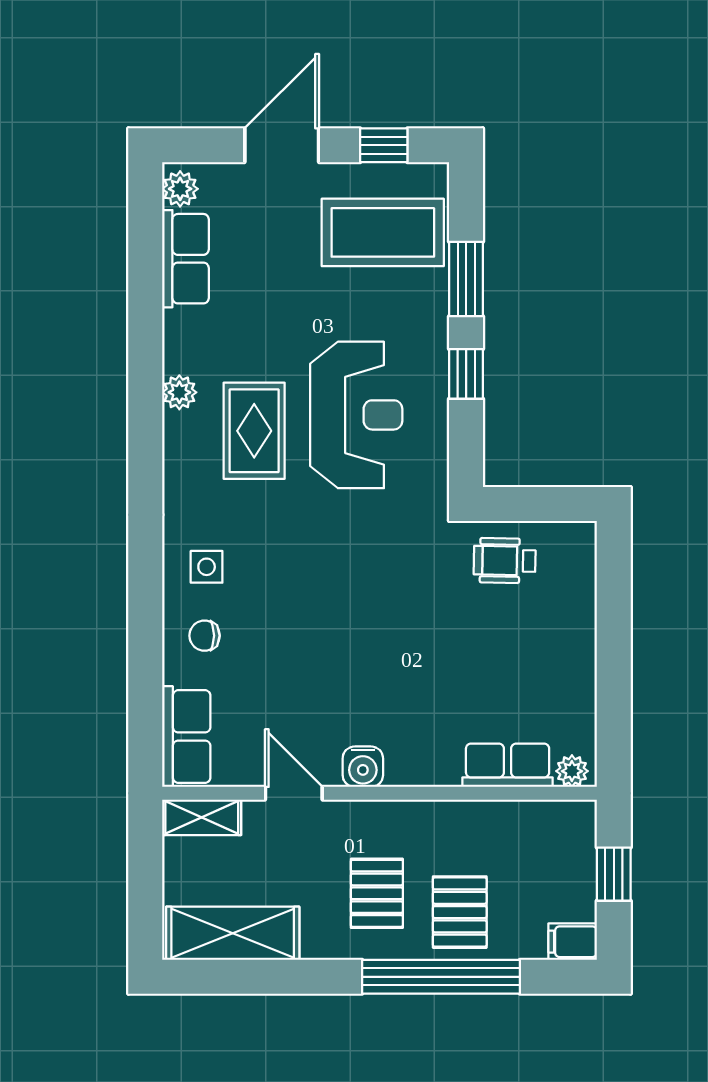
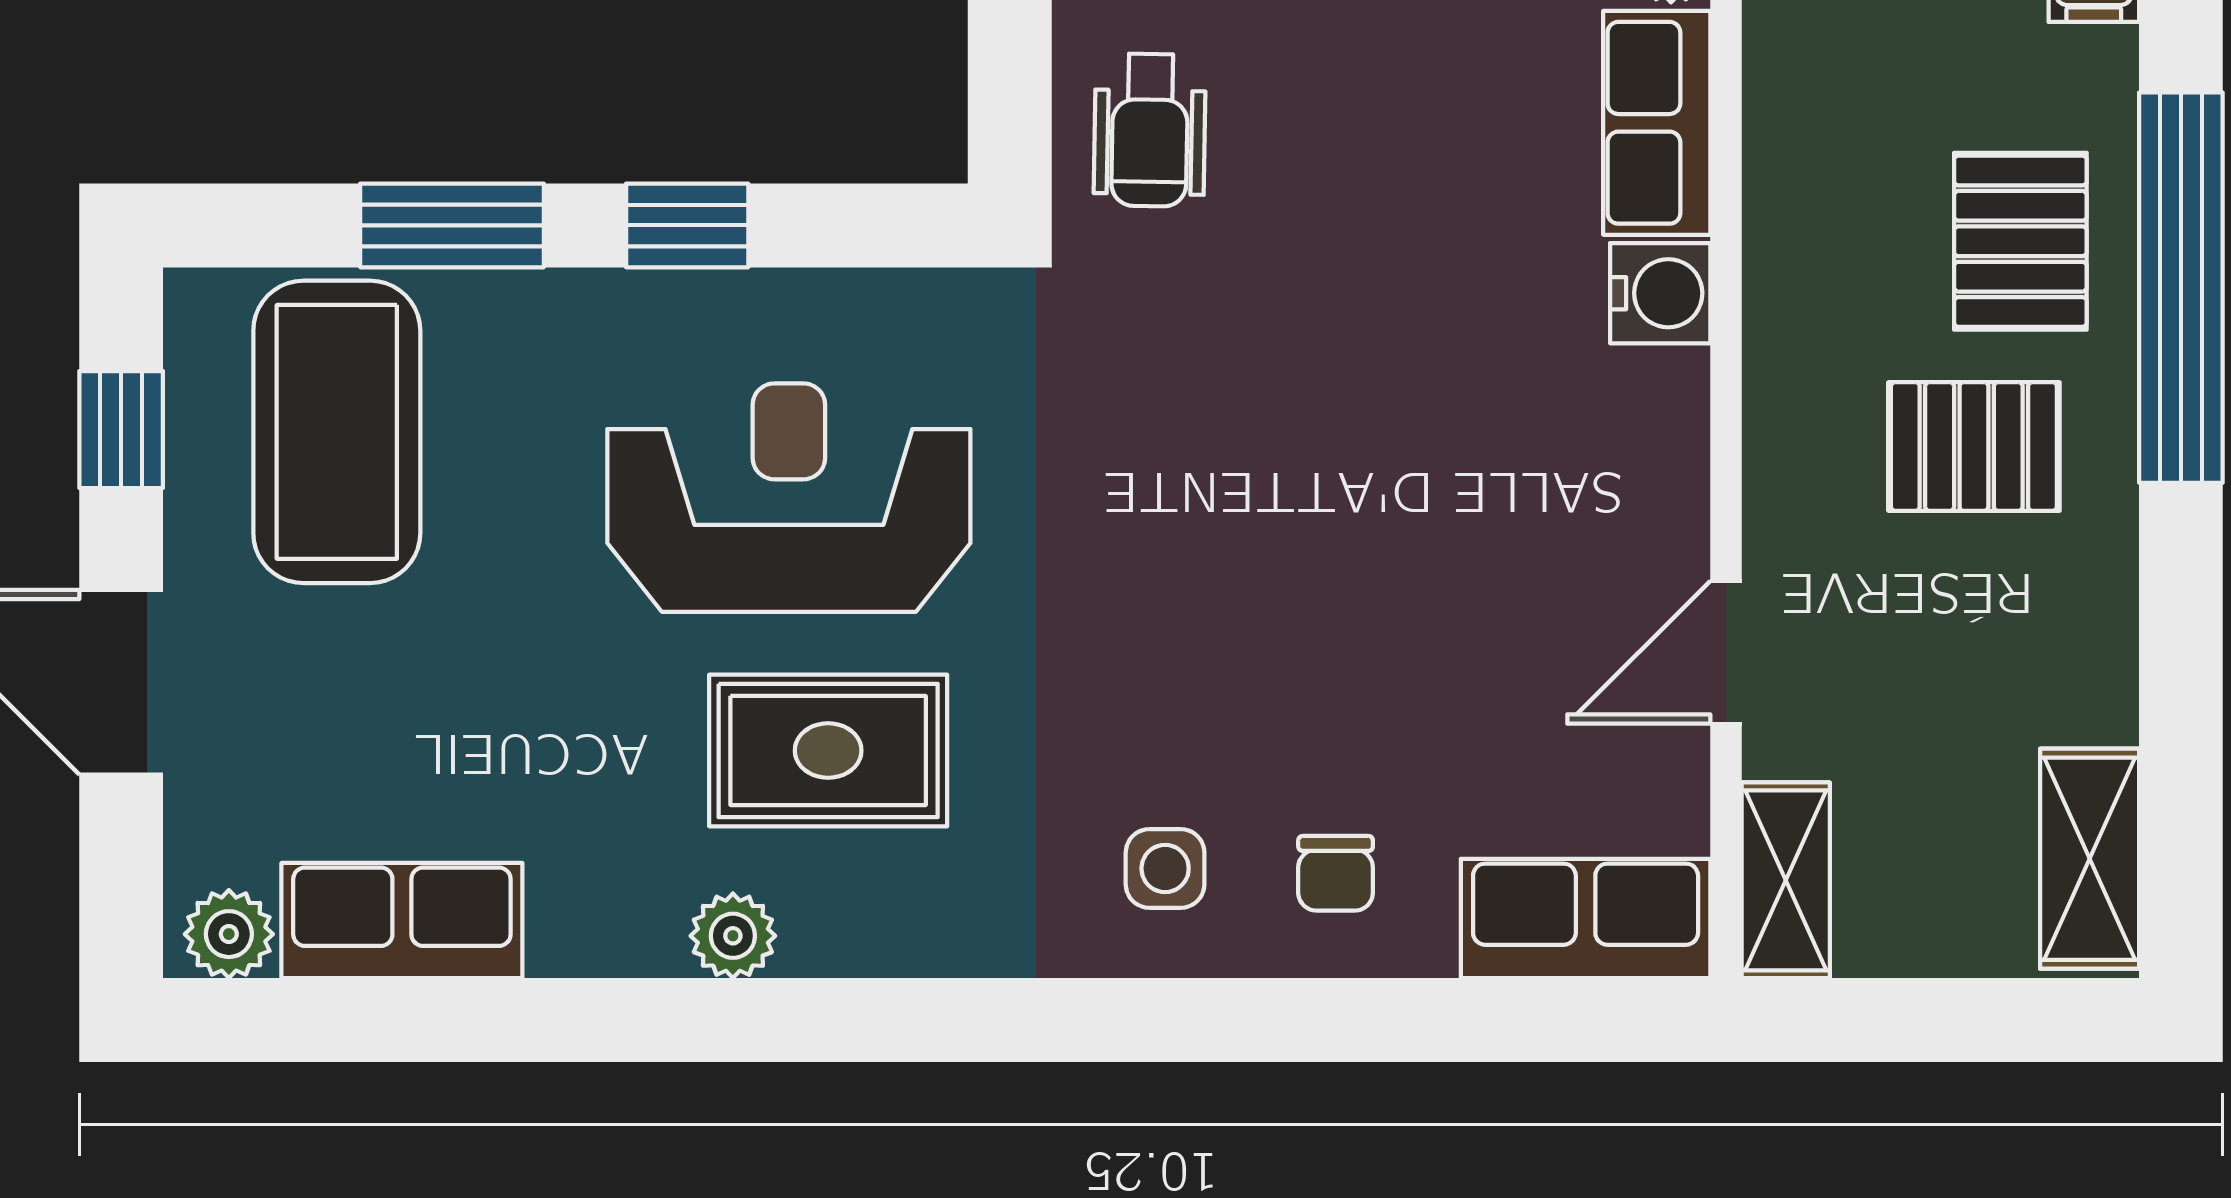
water cooler: (363, 767) -> (1660, 293), moved
pallet: (460, 912) -> (2020, 241), turned 90
shelving: (233, 933) -> (2090, 859), width x0.67, depth x0.75

